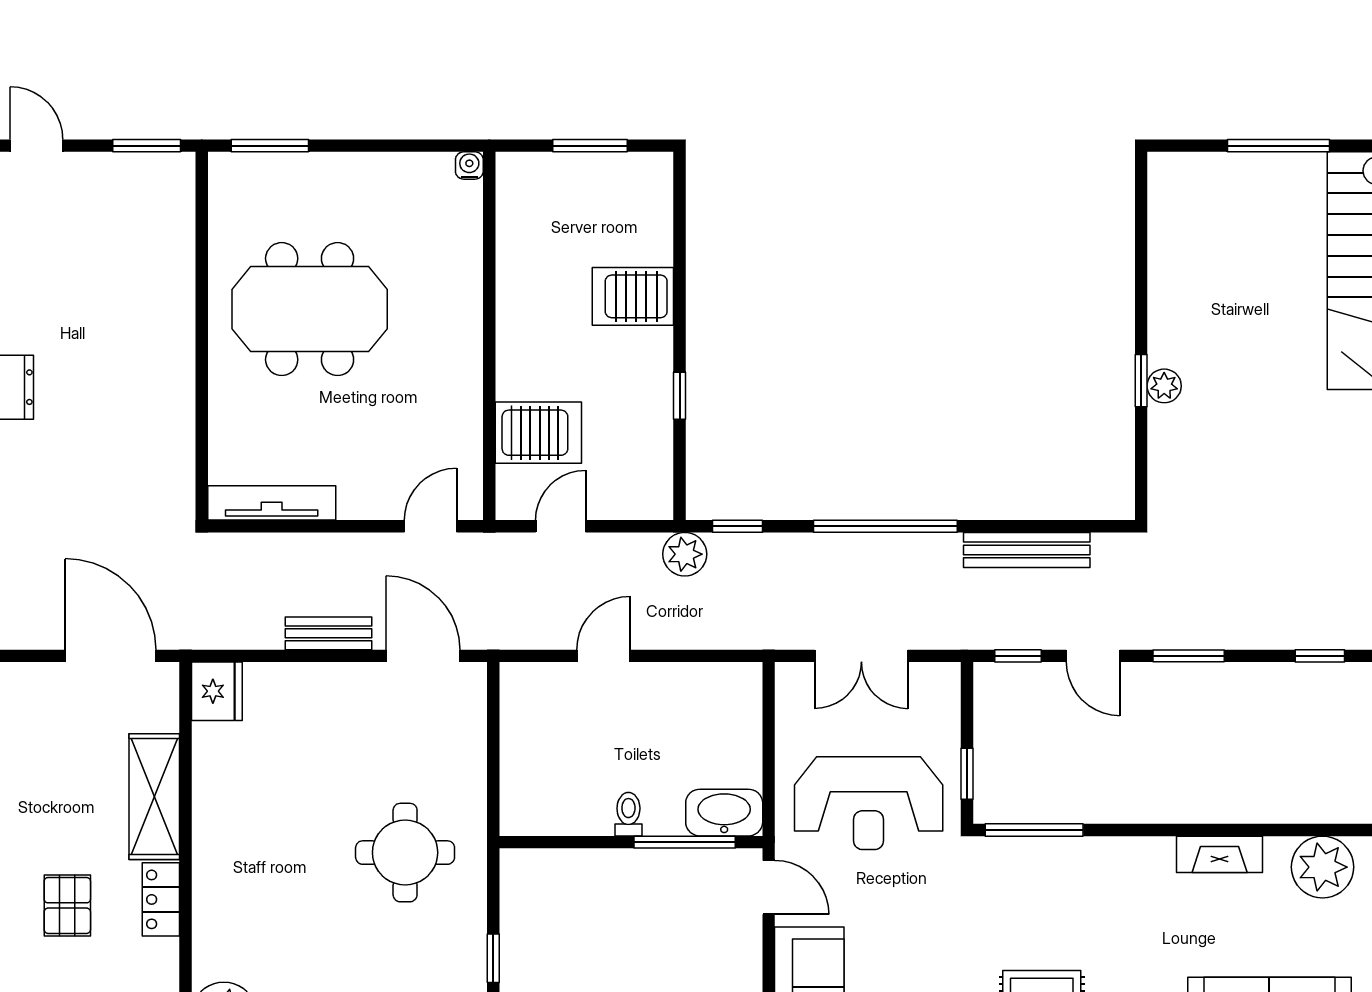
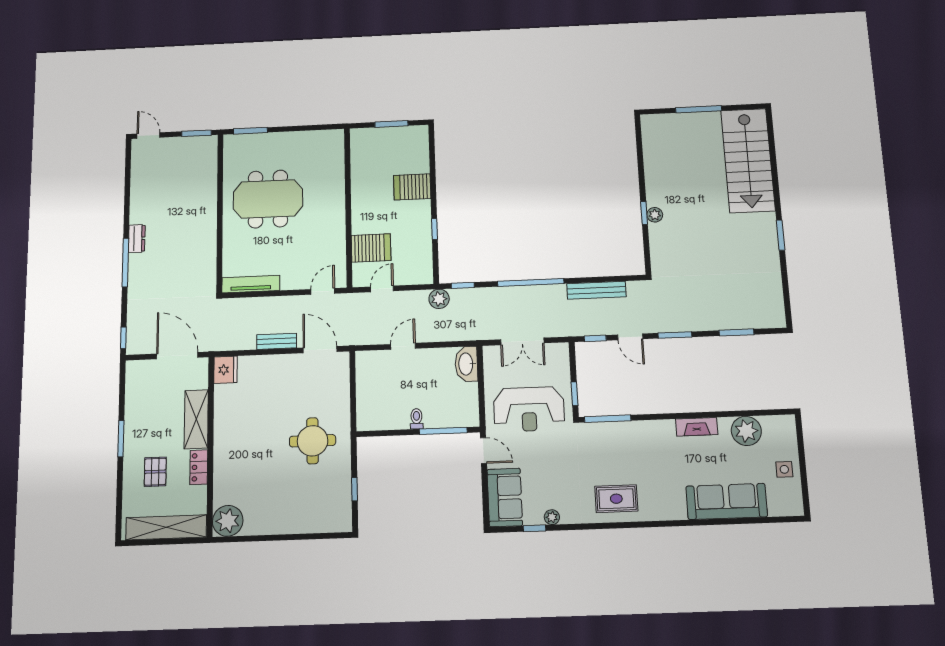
water cooler: (469, 166) -> (338, 135), removed
window: (1320, 656) -> (737, 332), width x1.50
washbasin: (724, 813) -> (466, 364), moved, turned -90

